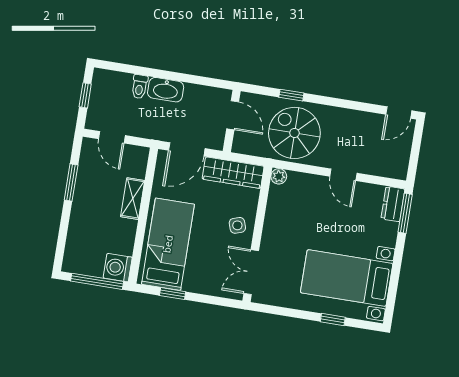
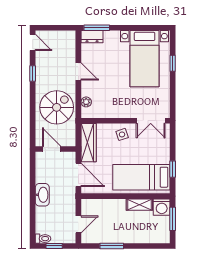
toilet: (140, 87) -> (43, 239), moved
window: (291, 95) -> (33, 73), moved
door: (233, 115) -> (52, 149), hinge flipped
spiral stairs: (294, 133) -> (57, 107), turned 180
door: (343, 175) -> (78, 72), hinge flipped
plant: (279, 176) -> (86, 102), moved
shelving: (133, 199) -> (139, 205), moved
window: (97, 281) -> (173, 219), width x0.69

